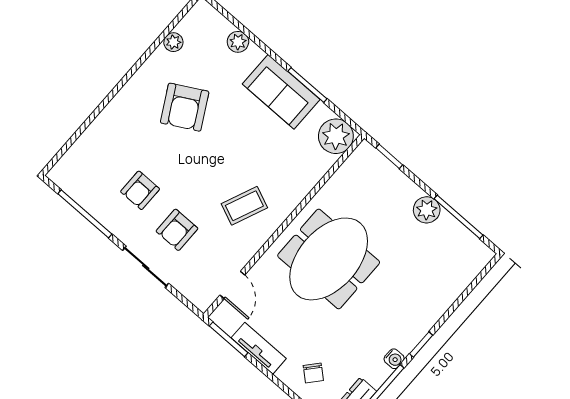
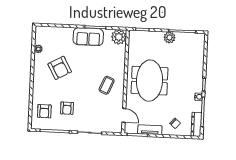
plant: (238, 42) -> (60, 31), removed
armchair: (177, 230) -> (44, 111), moved

